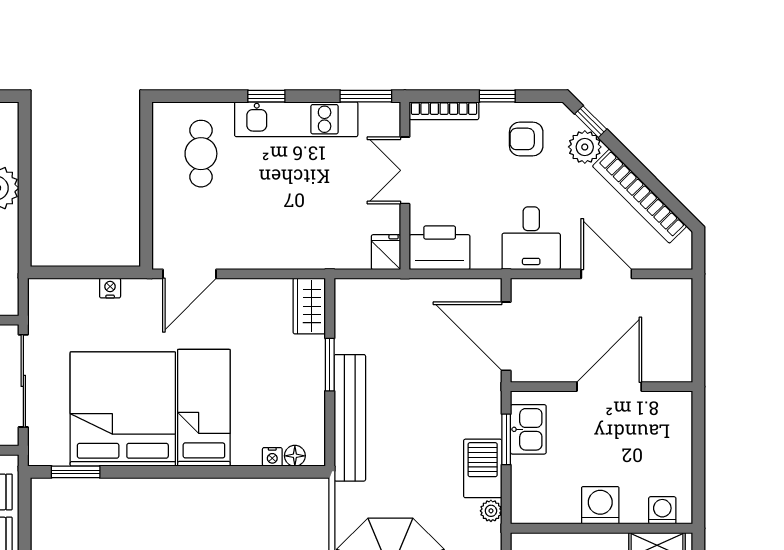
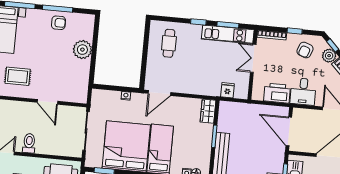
window: (366, 96) -> (228, 25), moved
kitchen unit: (296, 119) -> (228, 34), moved
armchair: (526, 139) -> (305, 50), turned -70
printer: (440, 248) -> (277, 93), moved
fridge: (386, 252) -> (227, 90), moved

